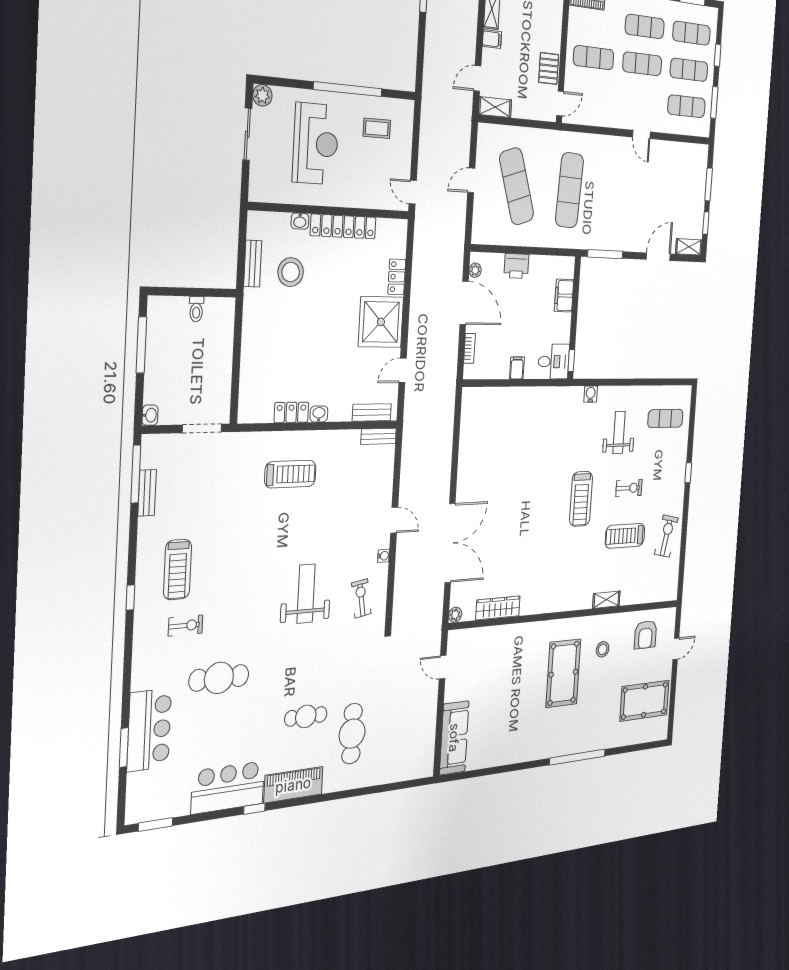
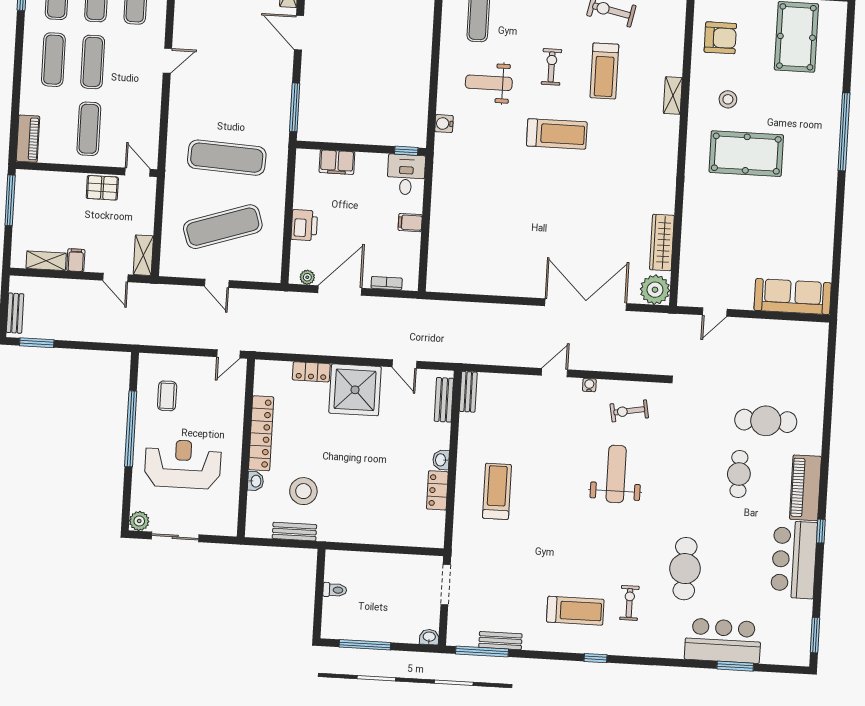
weight bench: (306, 594) -> (616, 474), turned 90
plant: (455, 615) -> (655, 290), width x1.88, depth x1.88

